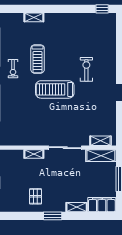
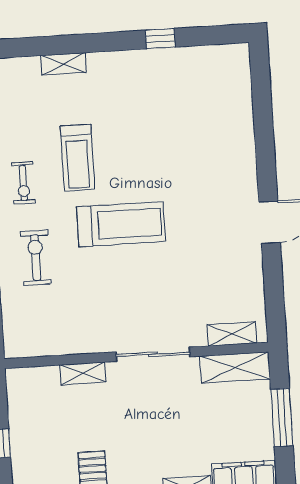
window: (102, 9) -> (160, 39), moved
exercise bike: (86, 69) -> (36, 258), moved
treadmill: (55, 89) -> (121, 224), turned 180

